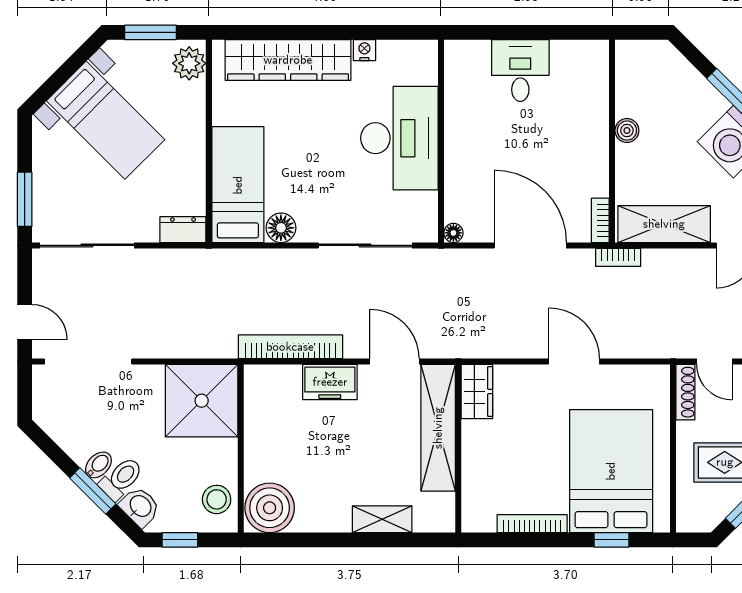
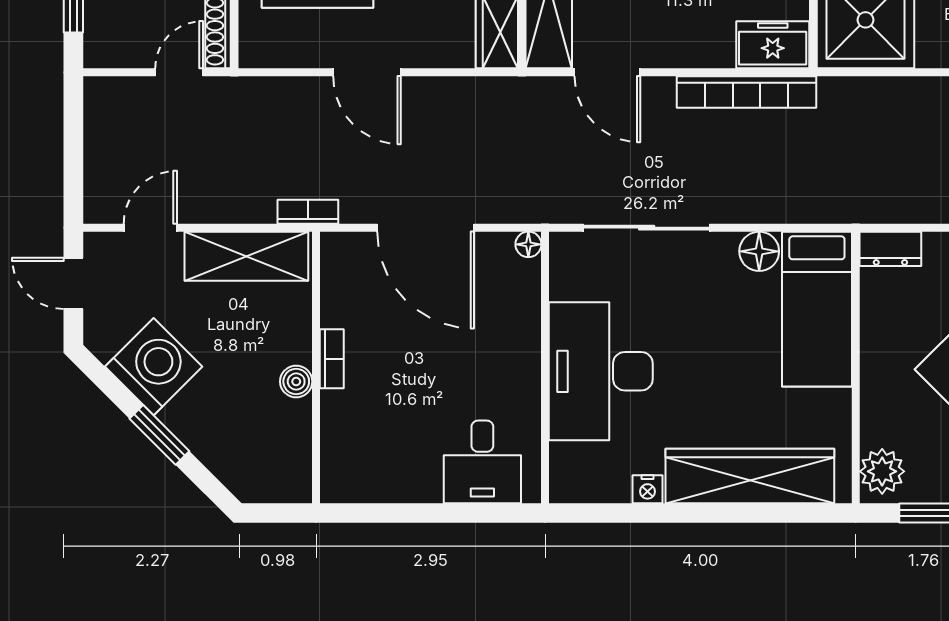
desk: (520, 70) -> (482, 462), moved
bookcase: (600, 220) -> (332, 359), moved
door: (714, 361) -> (179, 72), hinge flipped
freezer: (330, 382) -> (773, 45), moved

